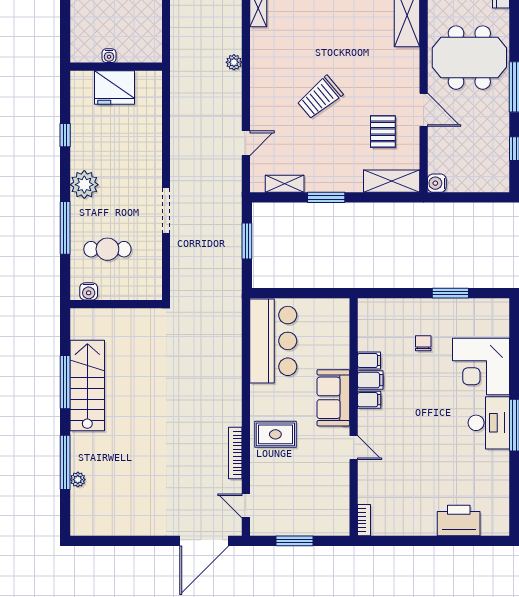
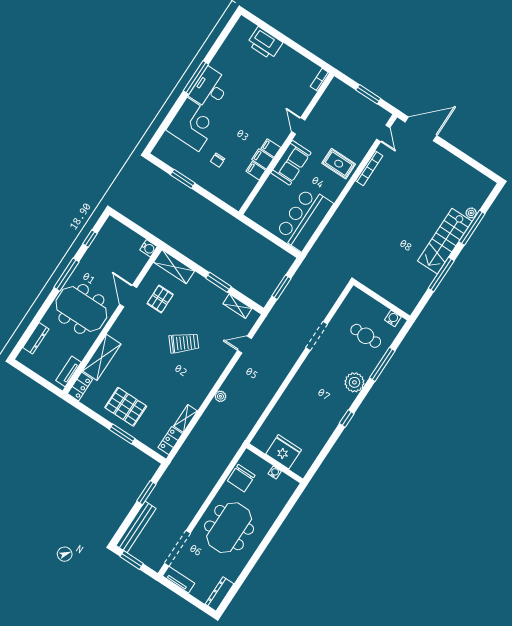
water cooler: (109, 56) -> (275, 472), moved
wall: (116, 67) -> (275, 463), moved
fridge: (115, 87) -> (284, 452), moved
stairs: (87, 386) -> (445, 241), moved

